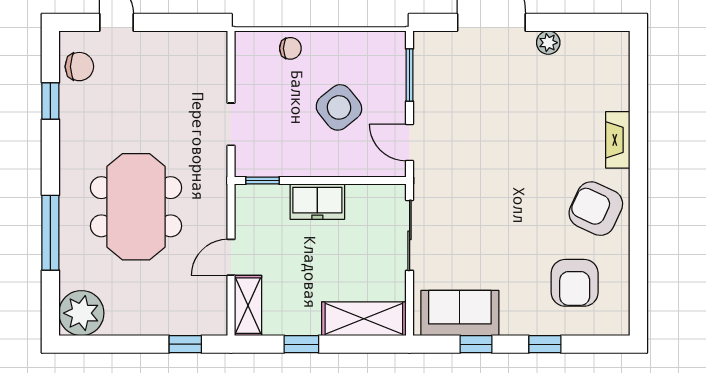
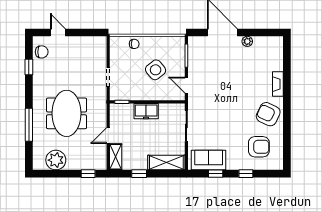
armchair: (575, 283) -> (259, 147), turned -90
plant: (81, 313) -> (56, 160), moved

